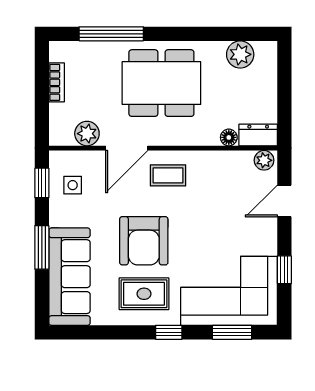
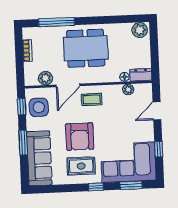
plant: (240, 54) -> (140, 30), moved
plant: (264, 160) -> (128, 90), moved
side table: (73, 185) -> (39, 107), width x1.87, depth x1.87

